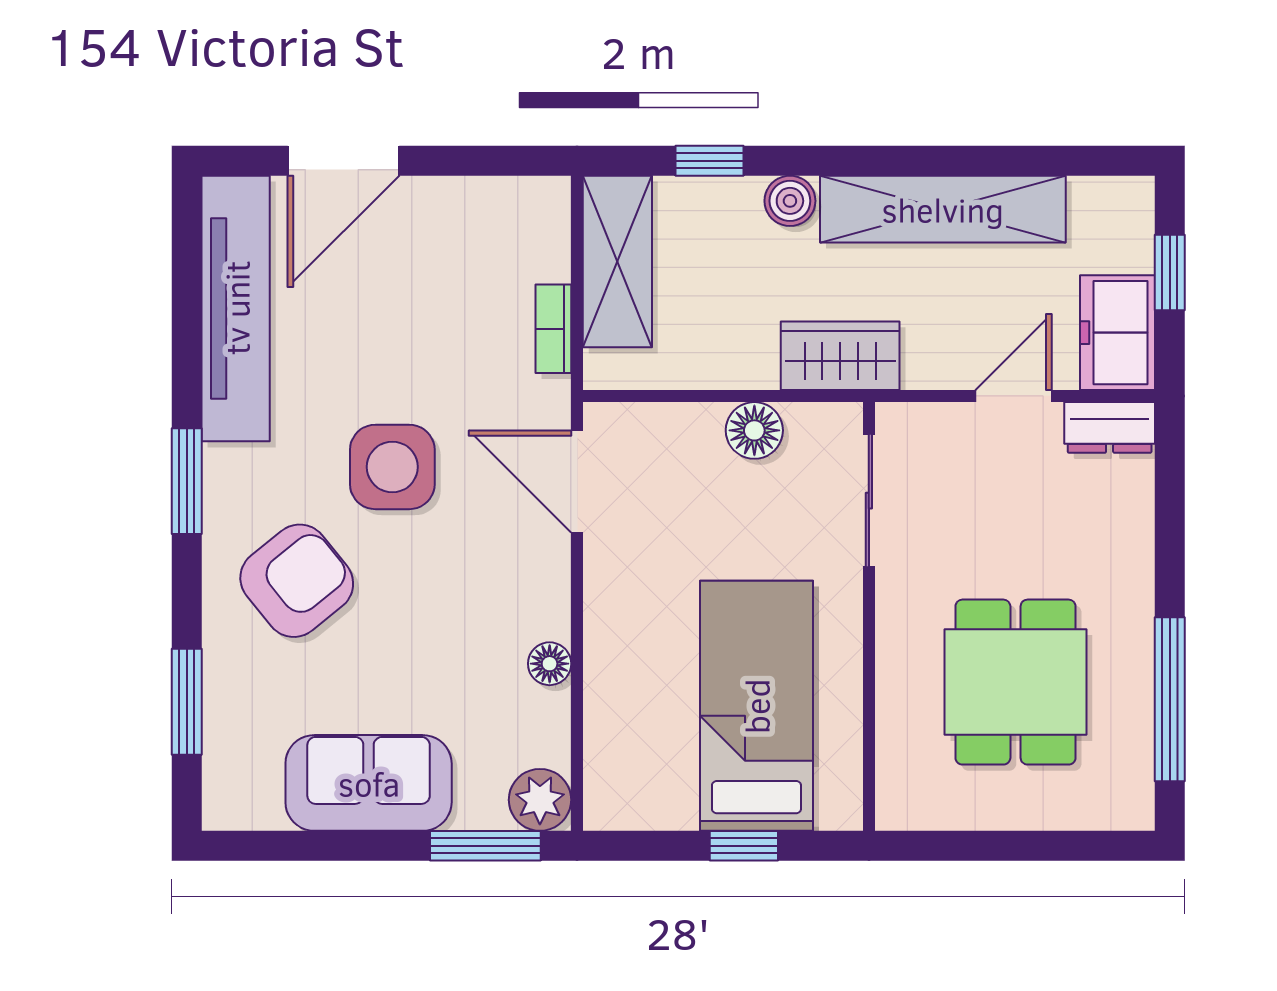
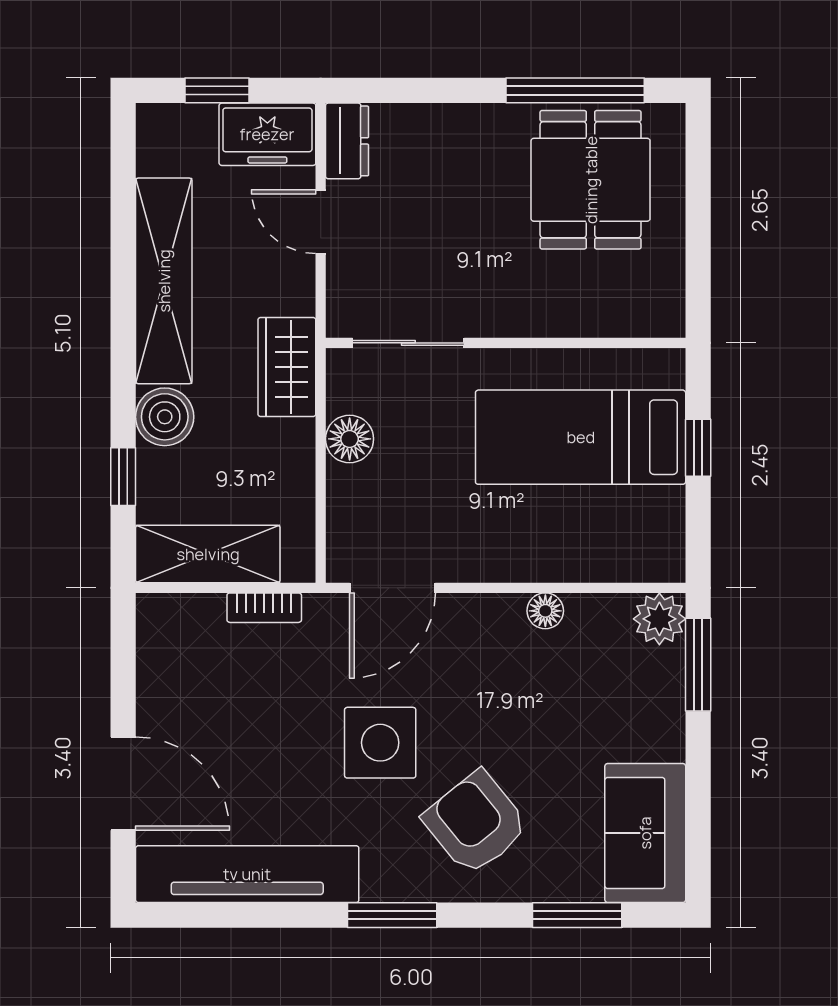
boiler: (790, 201) -> (165, 417), width x1.36, depth x1.36
dining table: (1015, 682) -> (591, 180), moved, turned 90
sofa: (369, 783) -> (645, 833), moved

